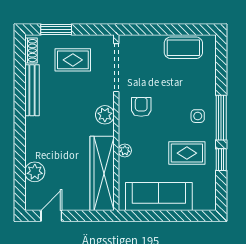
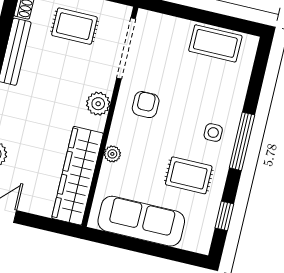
window: (221, 160) -> (224, 216), moved

